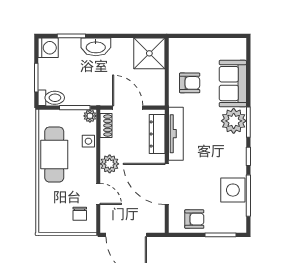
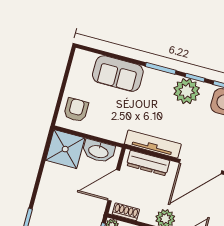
washbasin: (96, 47) -> (98, 151), moved, turned 90
armchair: (190, 83) -> (76, 110), moved
plant: (234, 121) -> (187, 91), moved

